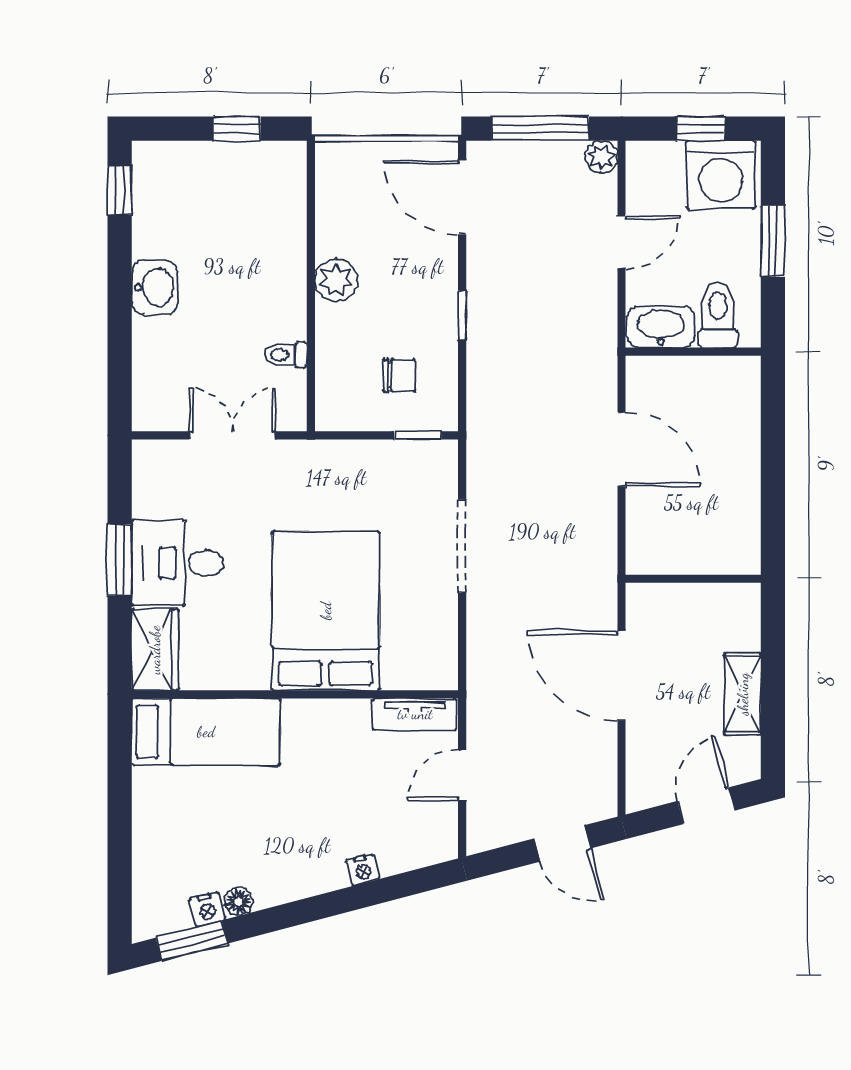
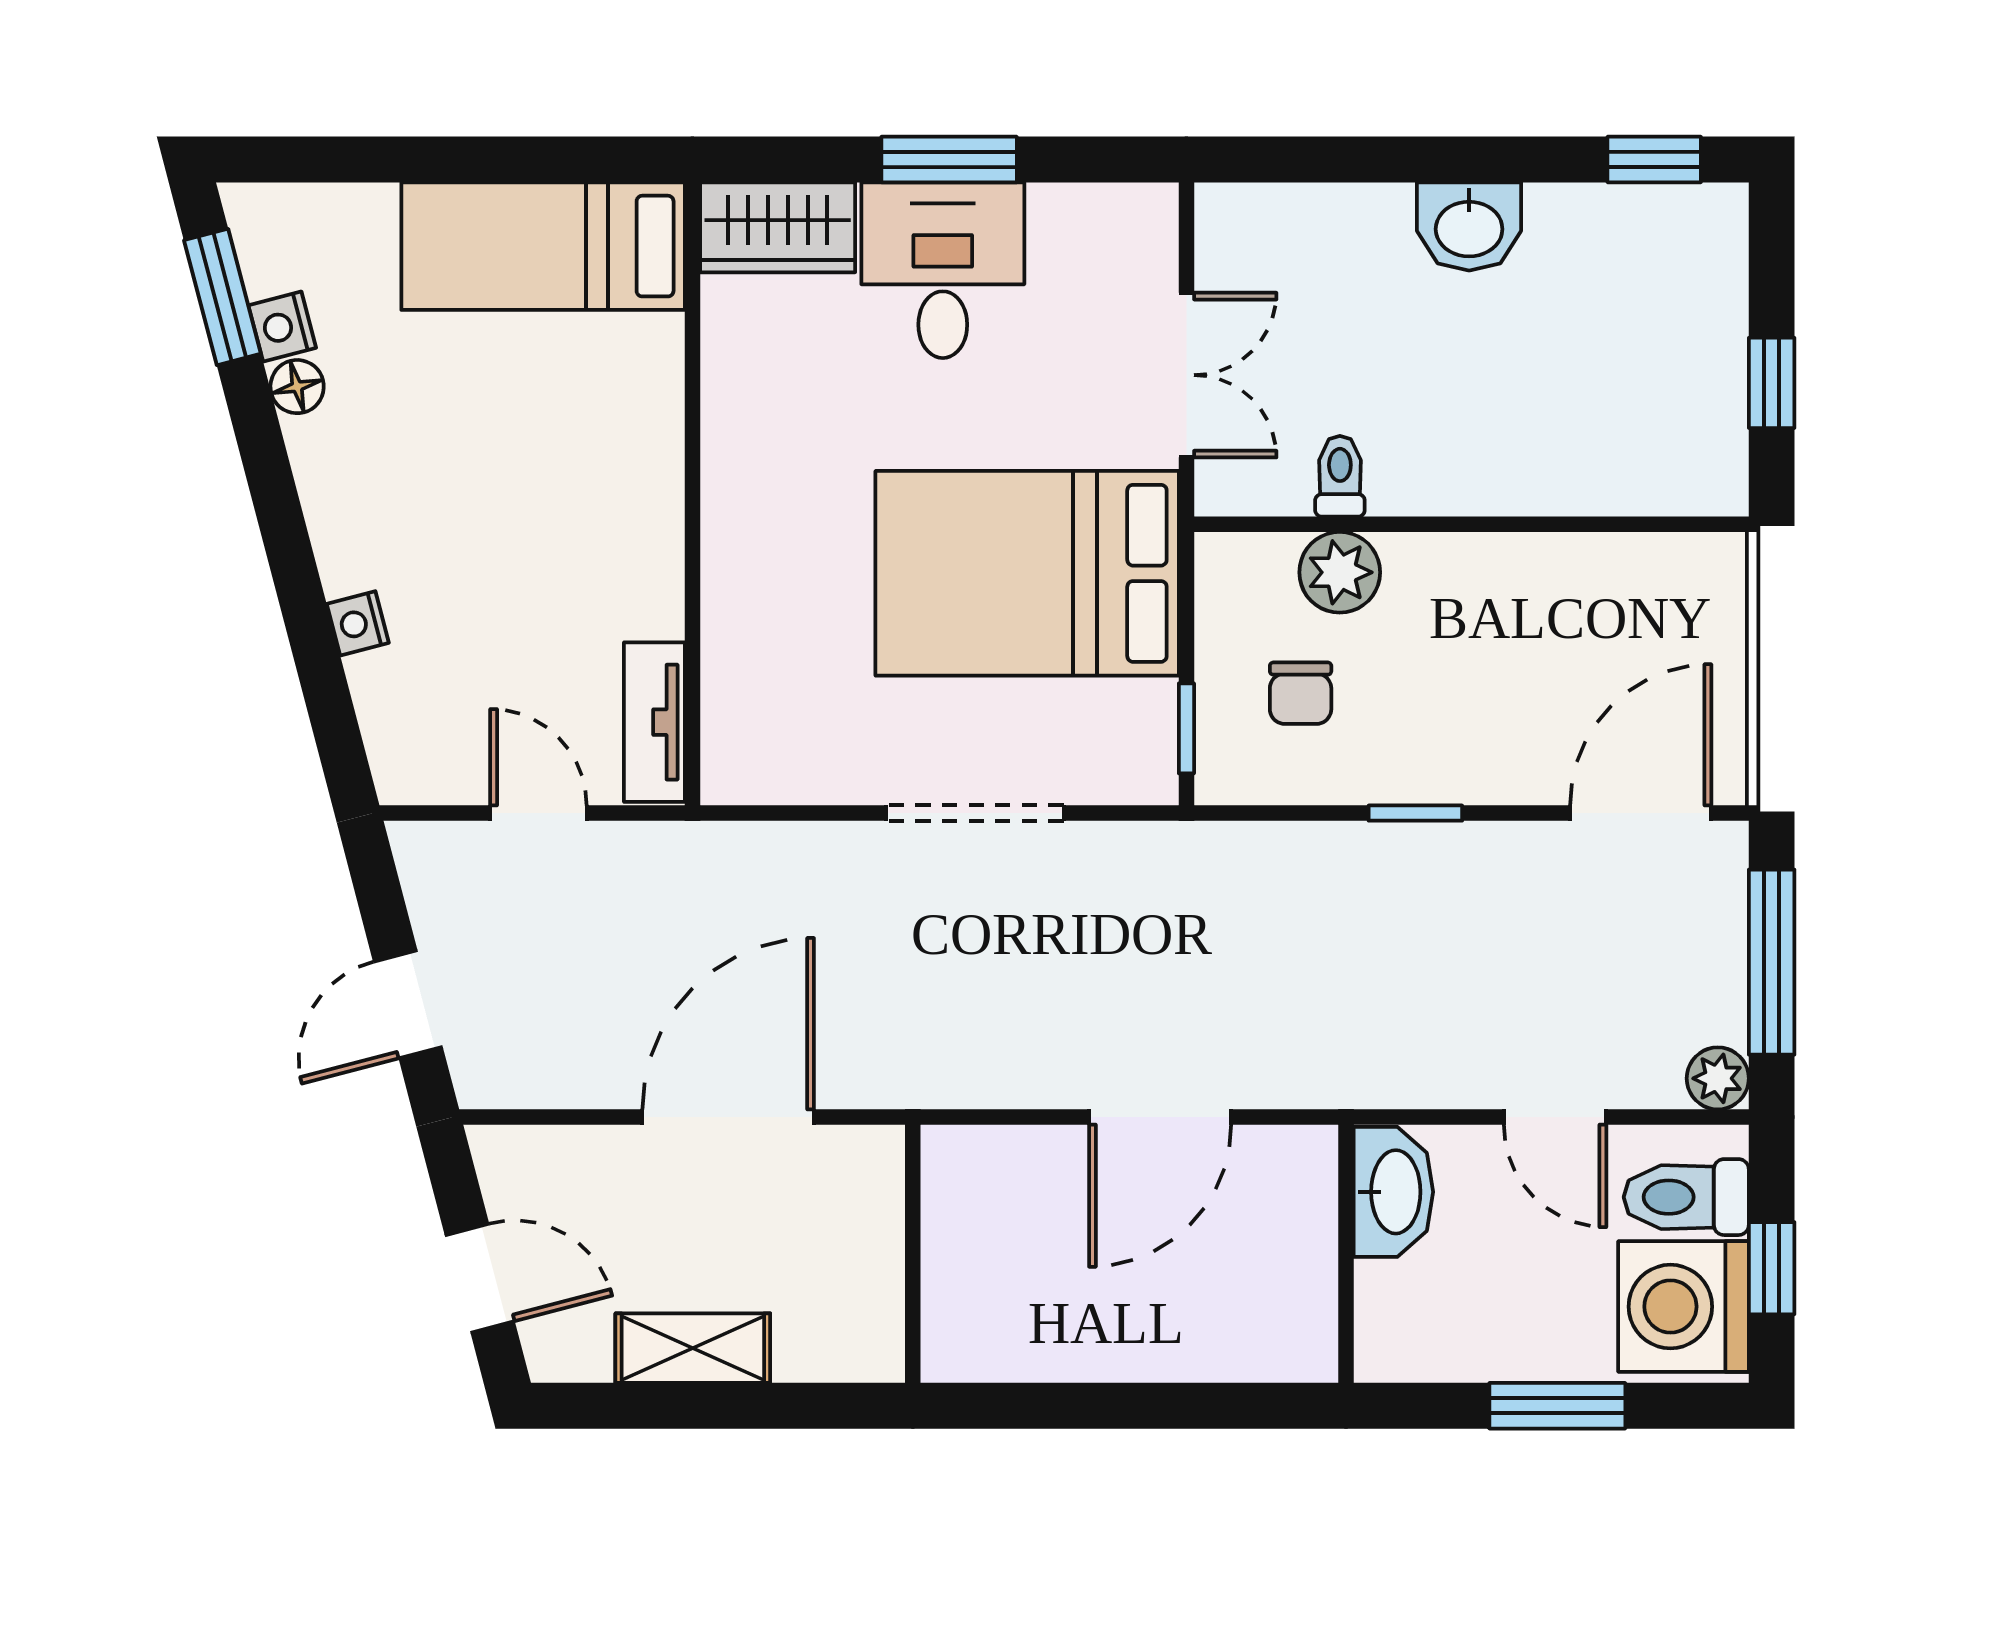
plant: (336, 280) -> (1340, 572), moved
toilet: (718, 315) -> (1686, 1197), moved, turned 180
bed: (326, 611) -> (1027, 573), moved, turned 180
bed: (206, 732) -> (543, 246), moved, turned 90

